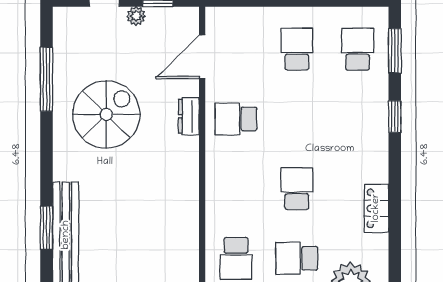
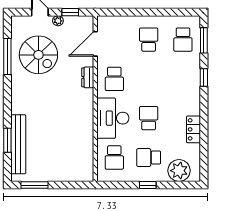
school desk: (358, 49) -> (183, 40), turned 180
spiral stairs: (106, 114) -> (38, 55), moved, turned 90
school desk: (236, 119) -> (114, 79), turned -90
desk: (233, 188) -> (113, 118), added

